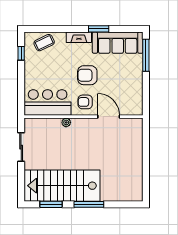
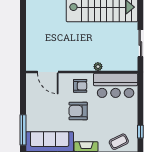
armchair: (87, 75) -> (78, 111), turned 180
door: (109, 117) -> (48, 72), moved

